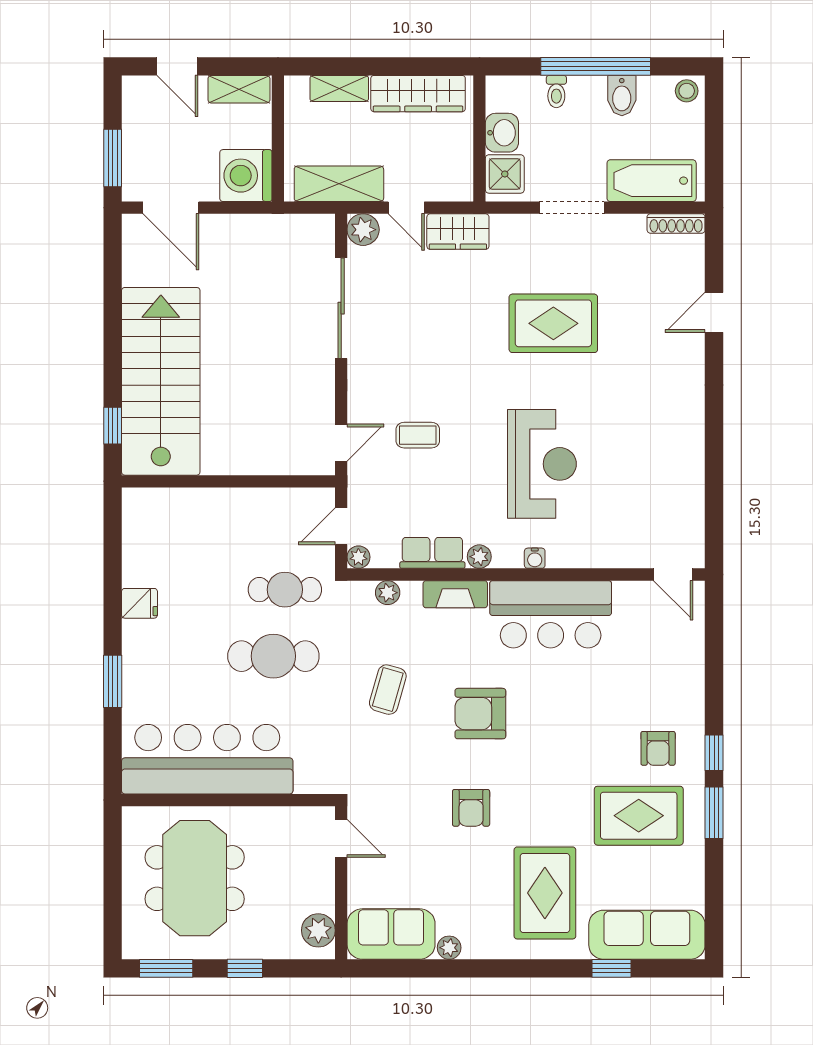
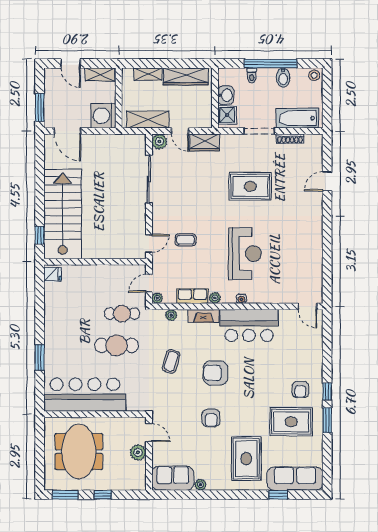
shoe rack: (676, 223) -> (290, 139), moved
fridge: (139, 603) -> (53, 274), moved
plant: (318, 930) -> (138, 452), moved

